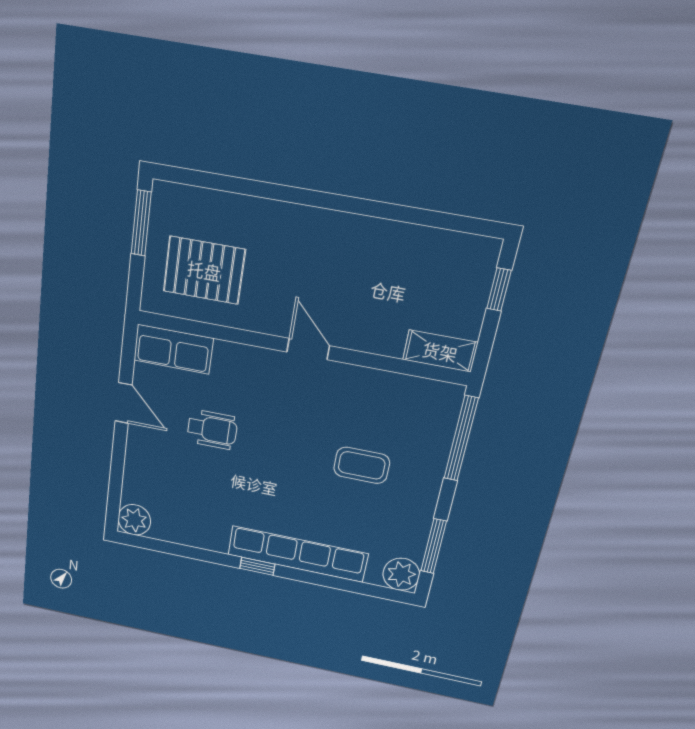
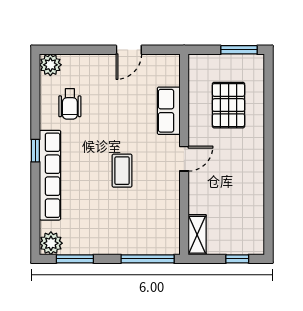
pallet: (204, 270) -> (229, 105), moved
row of seats: (173, 349) -> (169, 111), moved
wheelchair: (212, 430) -> (70, 104), moved
coffee table: (362, 465) -> (122, 171), moved

